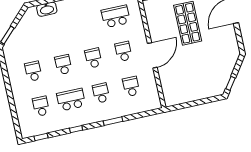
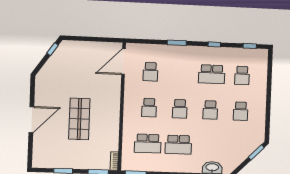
door: (152, 55) -> (123, 62), moved
school desk: (101, 93) -> (178, 145), moved, width x1.85

